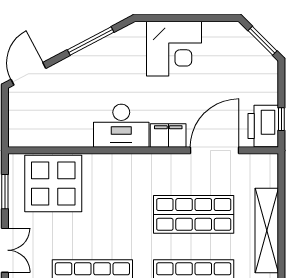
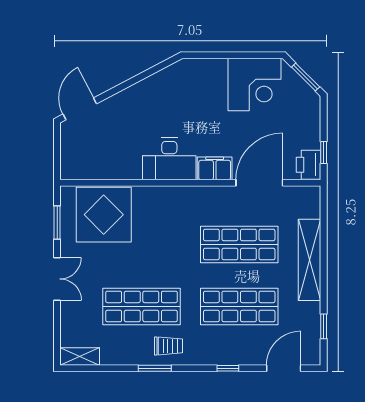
window: (91, 41) -> (140, 77), removed
corner desk: (174, 49) -> (254, 85), moved
printer: (263, 126) -> (309, 165), width x0.73, depth x0.84

